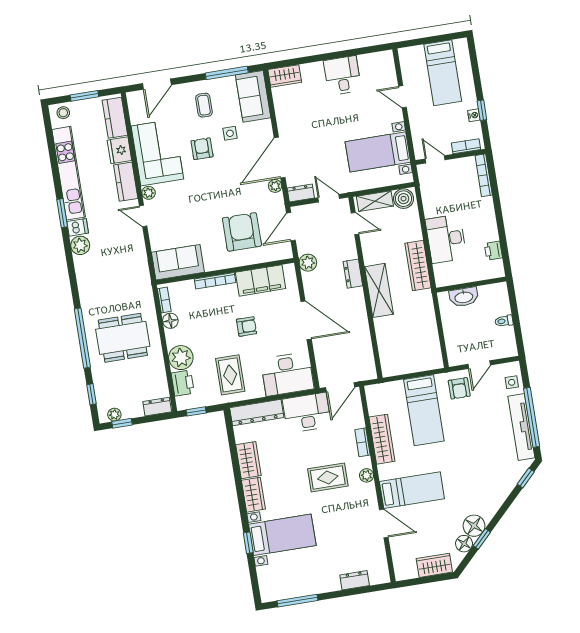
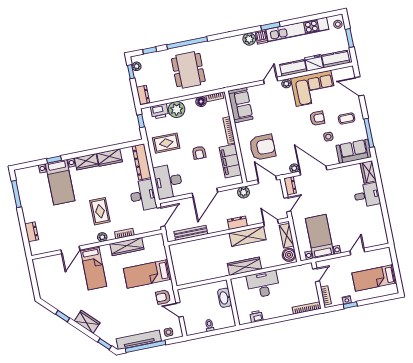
desk: (342, 75) -> (367, 195), moved
door: (355, 224) -> (271, 223), swing flipped
shelving: (379, 290) -> (248, 236), moved
bench: (365, 343) -> (191, 233), added
door: (340, 387) -> (161, 217), swing flipped
floor lamp: (474, 526) -> (71, 311), removed
floor lamp: (464, 544) -> (59, 304), removed
wardrobe: (434, 565) -> (87, 322), moved, turned -45

